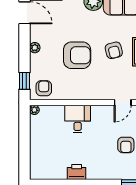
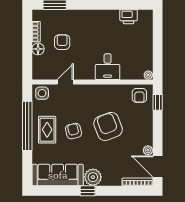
plant: (35, 48) -> (148, 150), moved
armchair: (77, 55) -> (108, 126), turned 69
printer: (77, 172) -> (129, 17), moved

